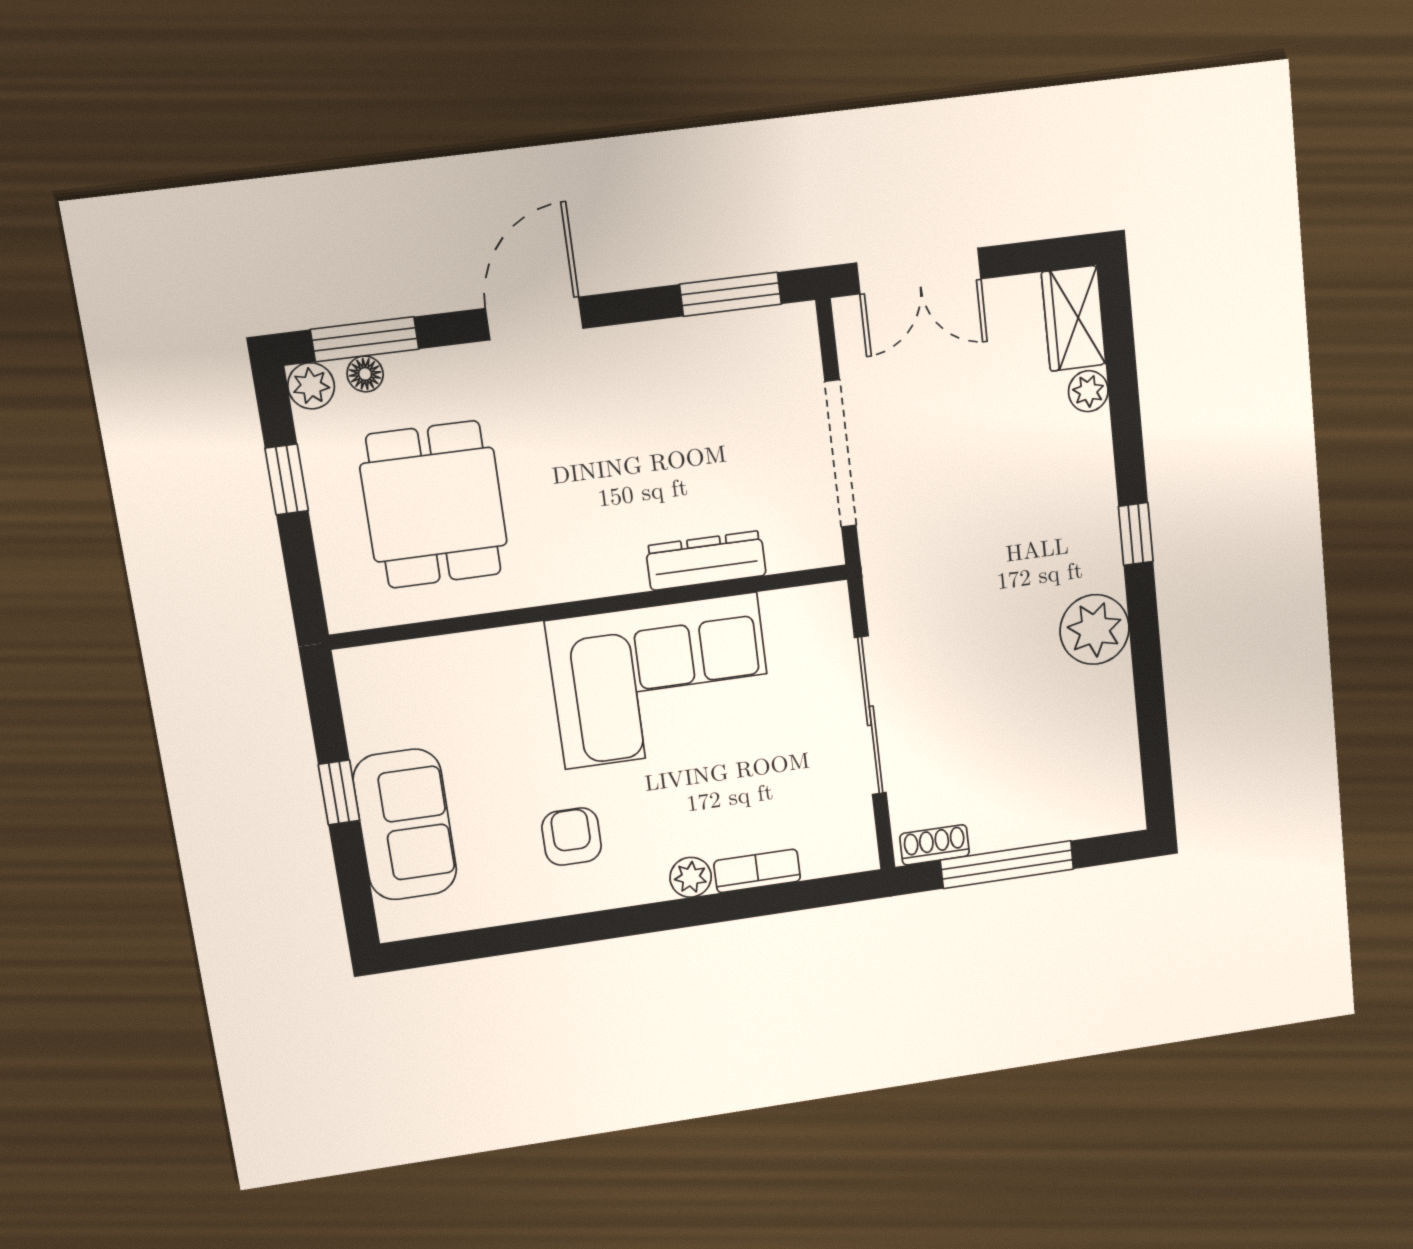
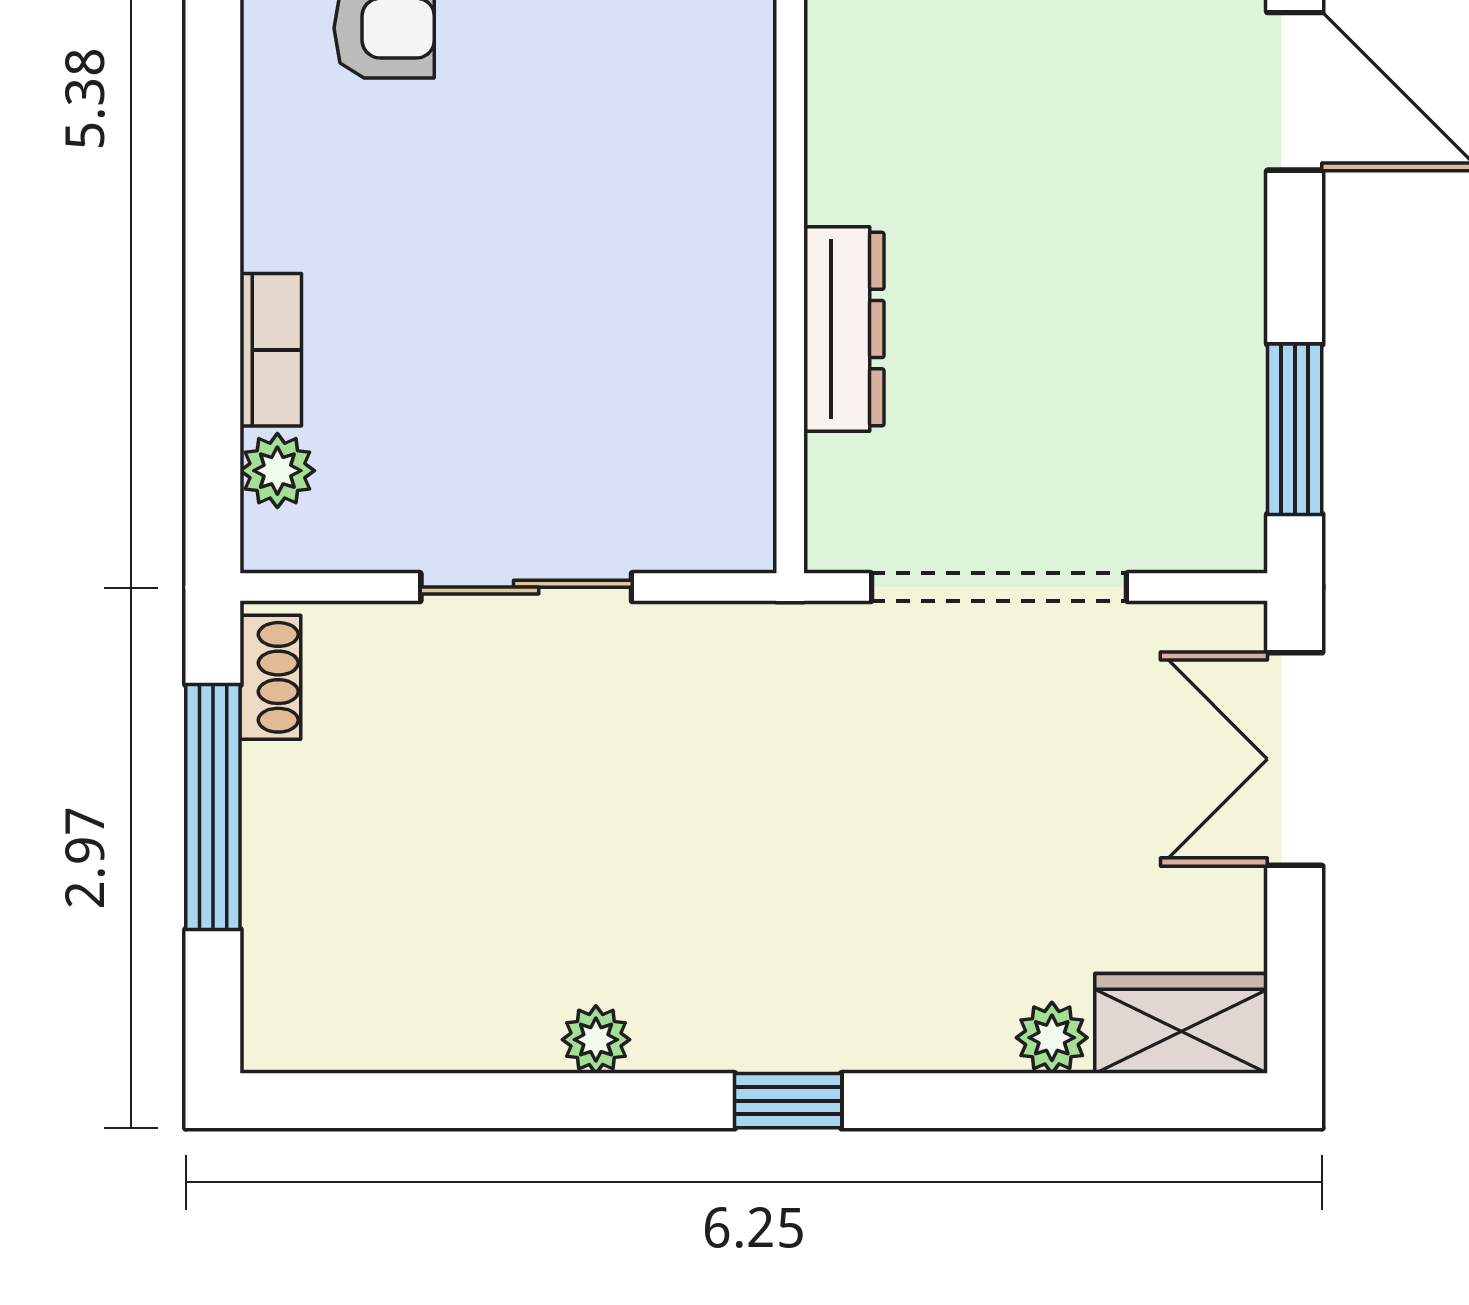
plant: (1095, 630) -> (596, 1040), width x0.53, depth x0.53
corner sofa: (661, 681) -> (642, 223), removed
sliding door: (870, 716) -> (526, 587), width x0.73
plant: (691, 877) -> (277, 471), moved

